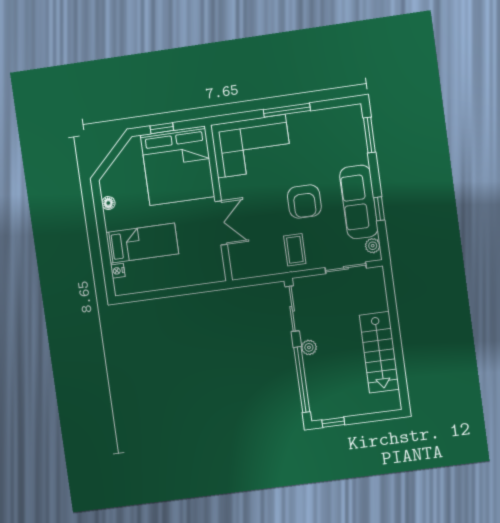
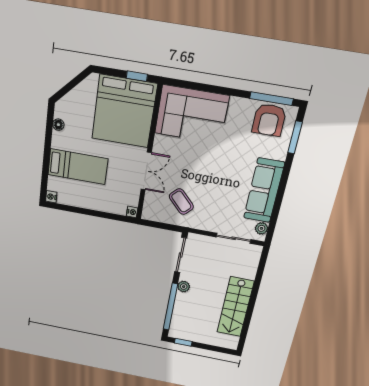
window: (287, 110) -> (271, 99), moved
window: (162, 128) -> (137, 76), moved
armchair: (304, 202) -> (269, 120), moved
window: (379, 209) -> (278, 201), removed
coffee table: (295, 250) -> (181, 202), moved, turned -45
nightstand: (118, 271) -> (51, 197), moved
nightstand: (220, 276) -> (132, 212), added

